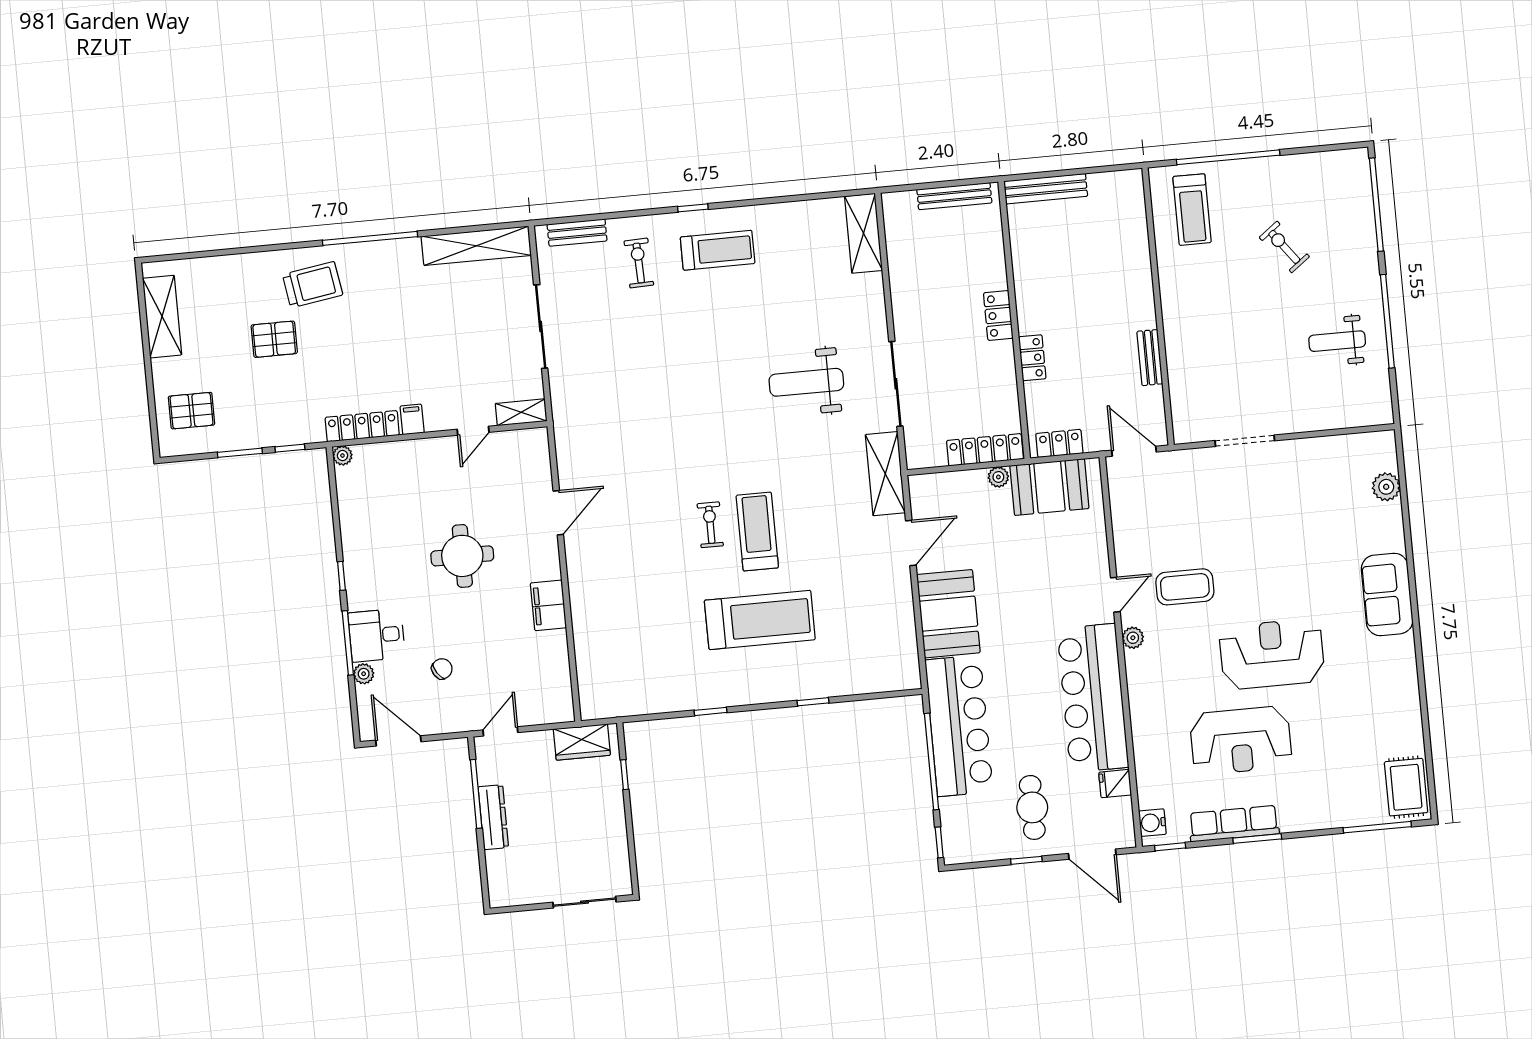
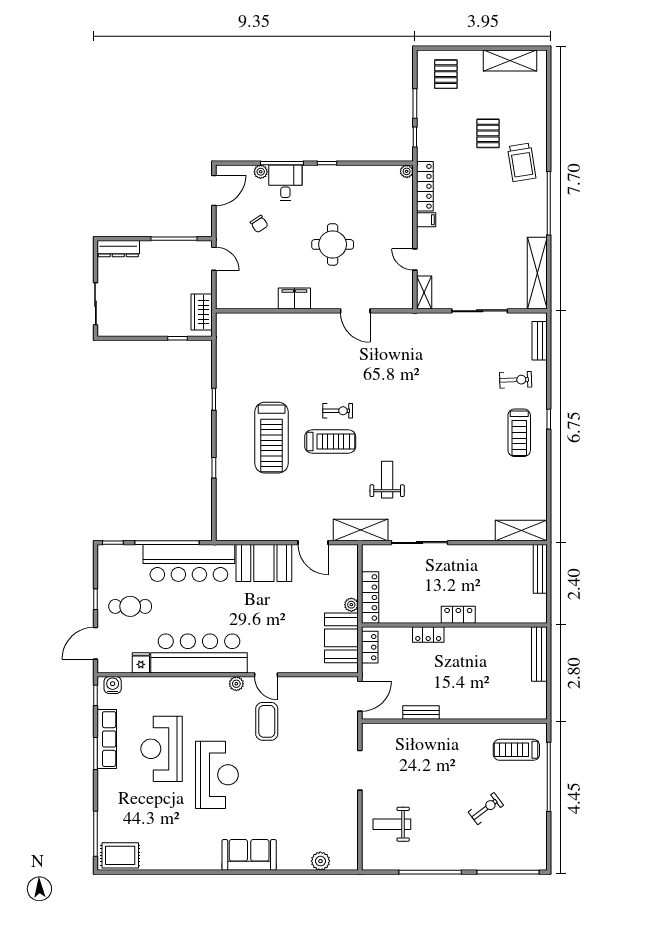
bench: (954, 196) -> (540, 569), moved
weight bench: (1337, 341) -> (392, 824), moved, turned -90
weight bench: (806, 382) -> (387, 480), moved, width x0.73, depth x0.75
dresser: (493, 817) -> (118, 249), moved

